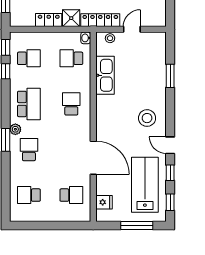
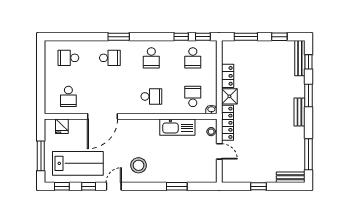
school desk: (29, 104) -> (151, 58), width x0.54
plant: (15, 129) -> (128, 46), removed
school desk: (29, 195) -> (68, 58), turned -90

